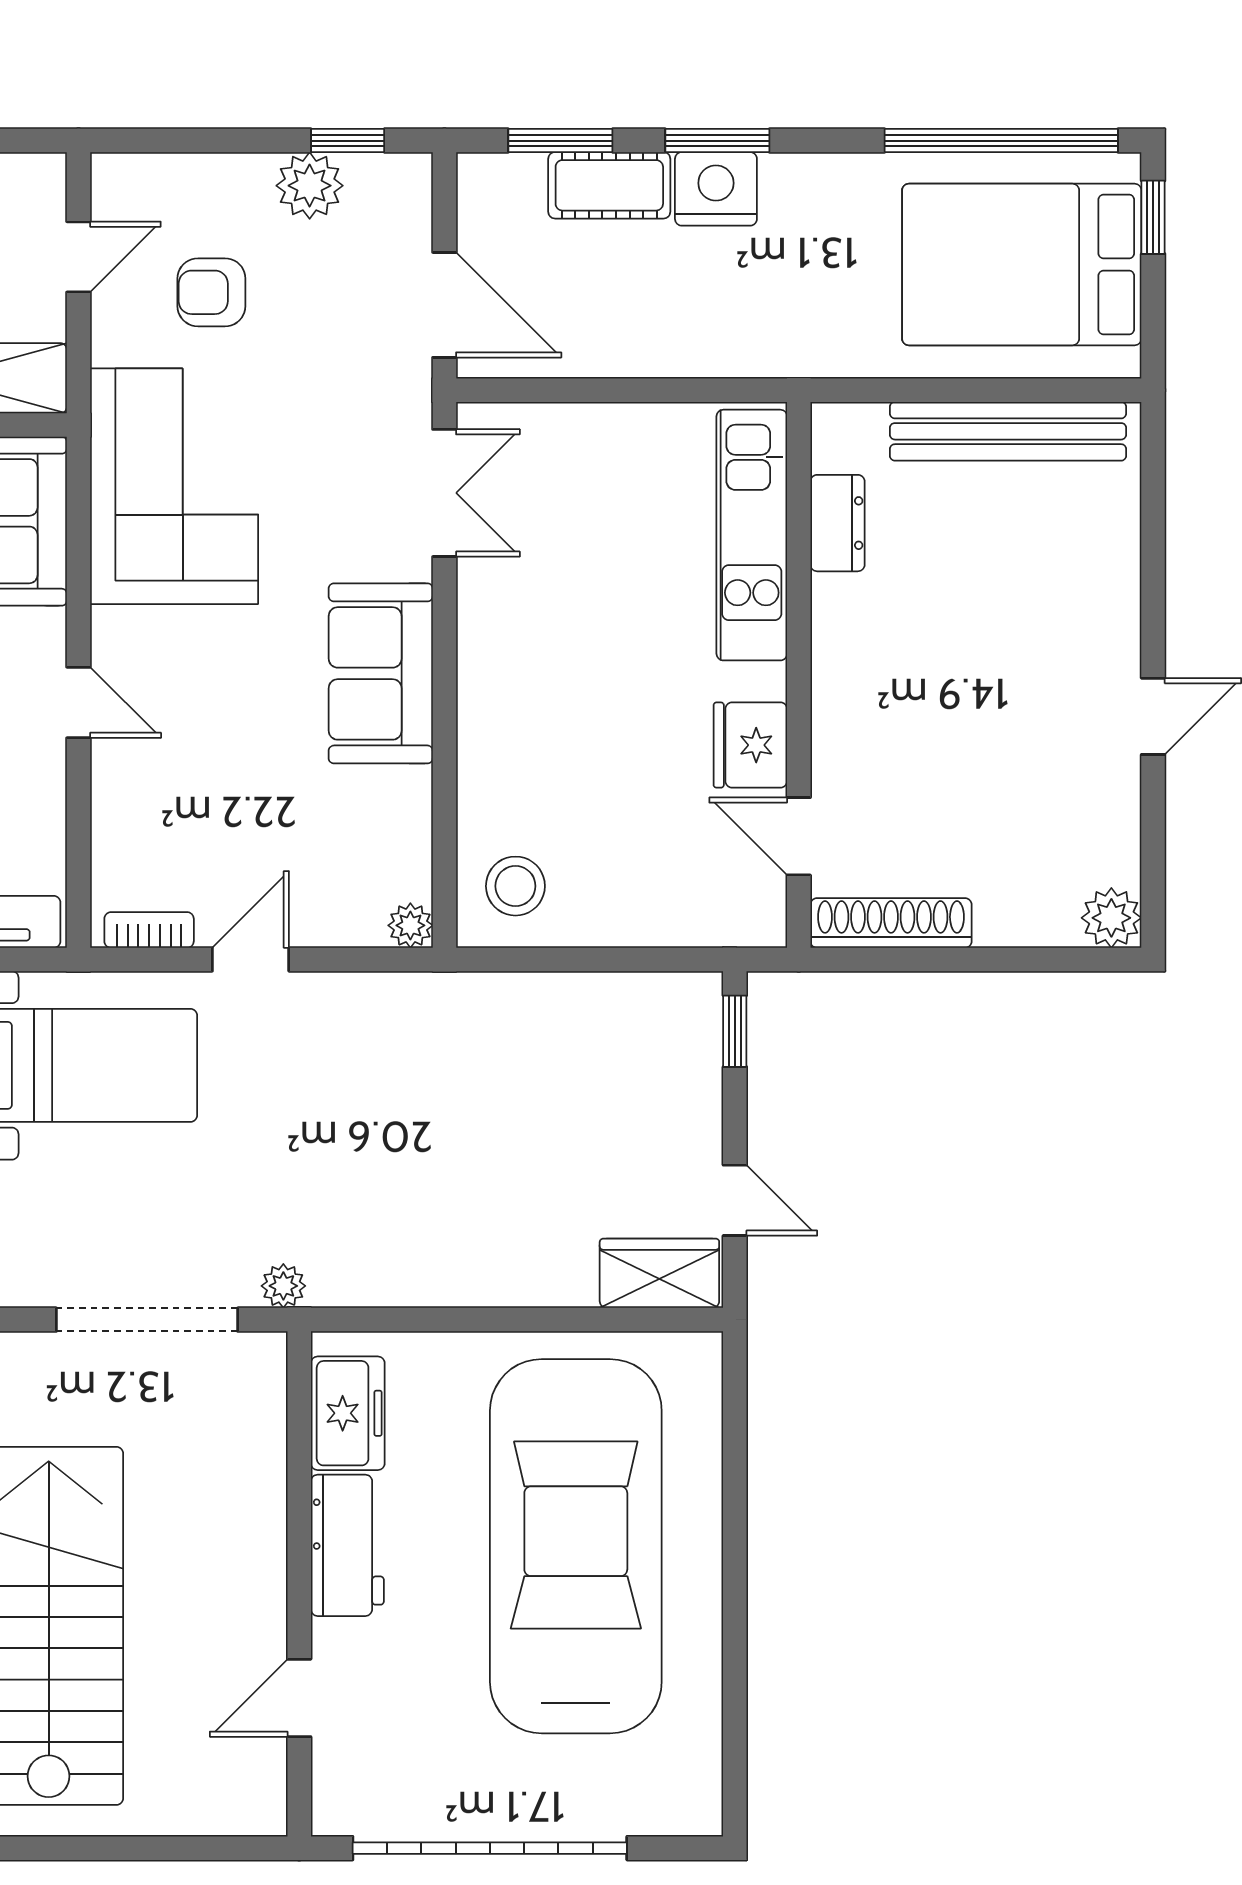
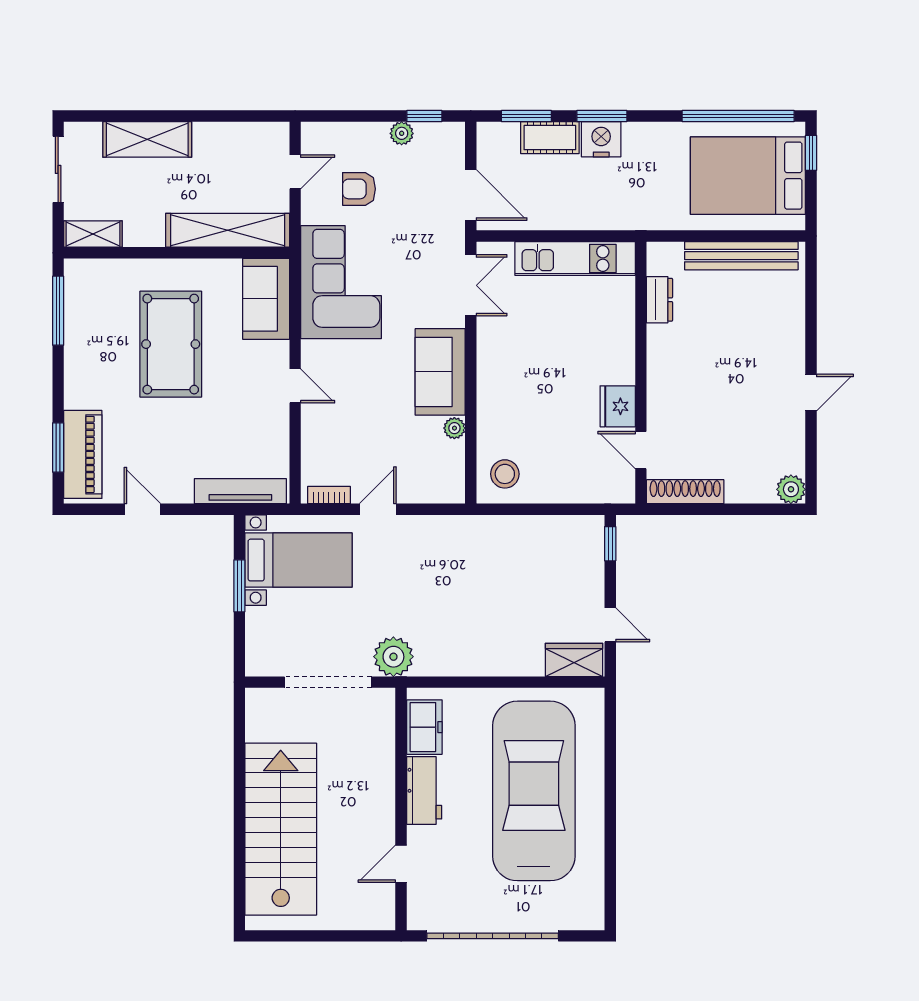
plant: (310, 186) -> (402, 133), width x0.73, depth x0.73
kitchen unit: (752, 535) -> (575, 259), moved, turned -90
plant: (410, 925) -> (454, 428), moved
plant: (283, 1286) -> (393, 657), width x1.87, depth x1.87

